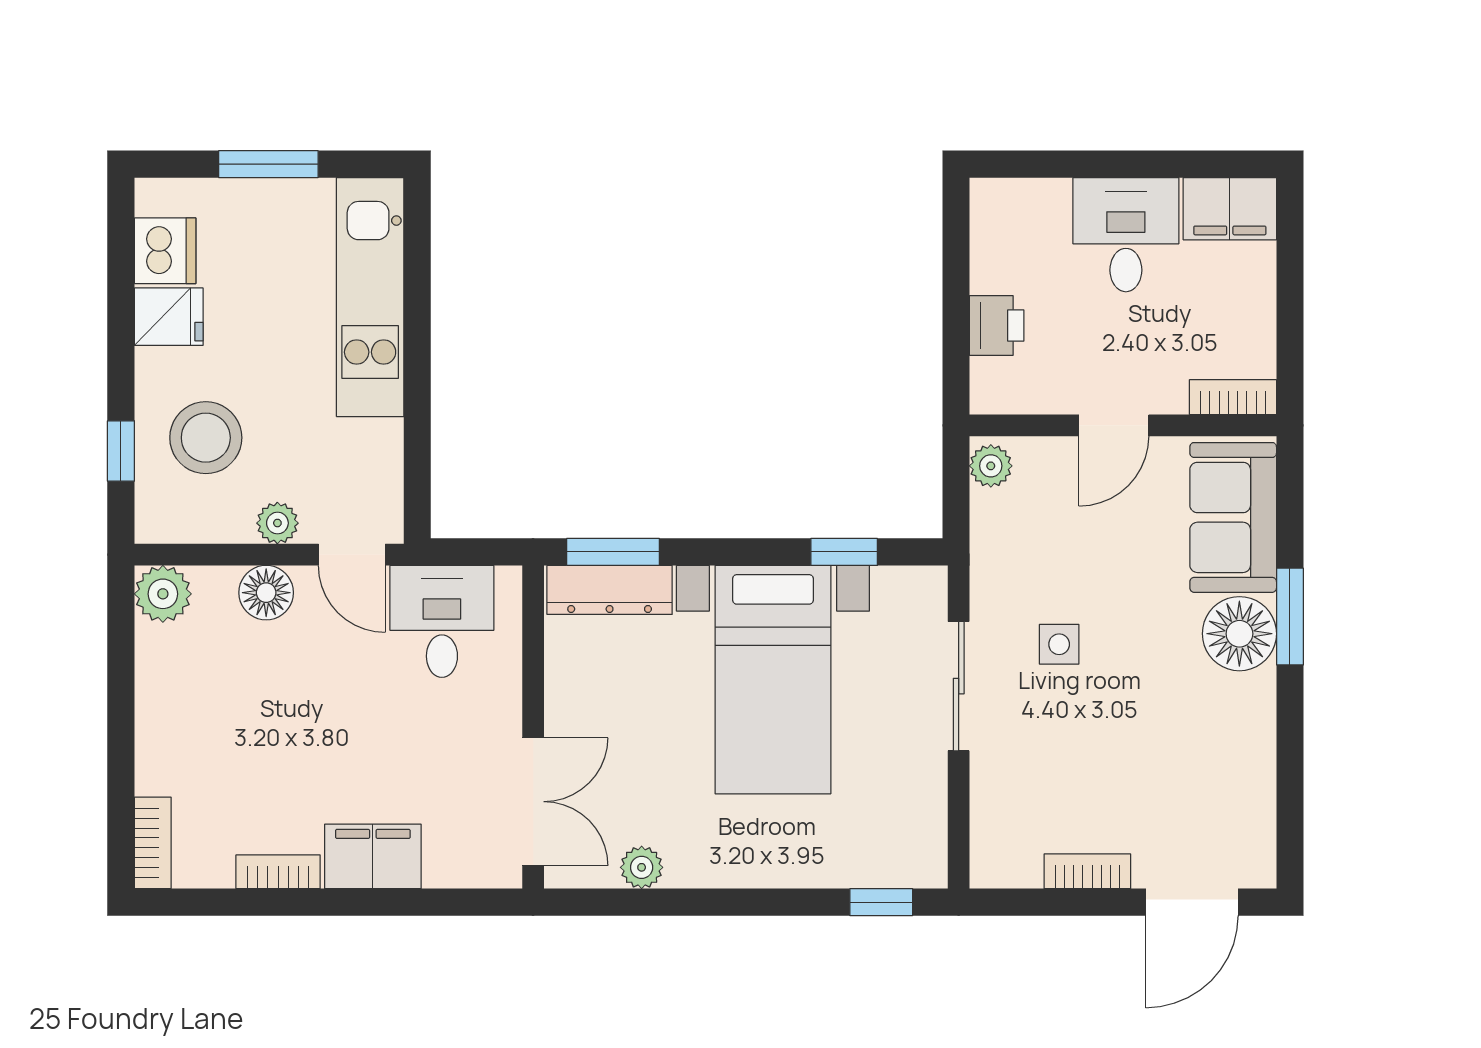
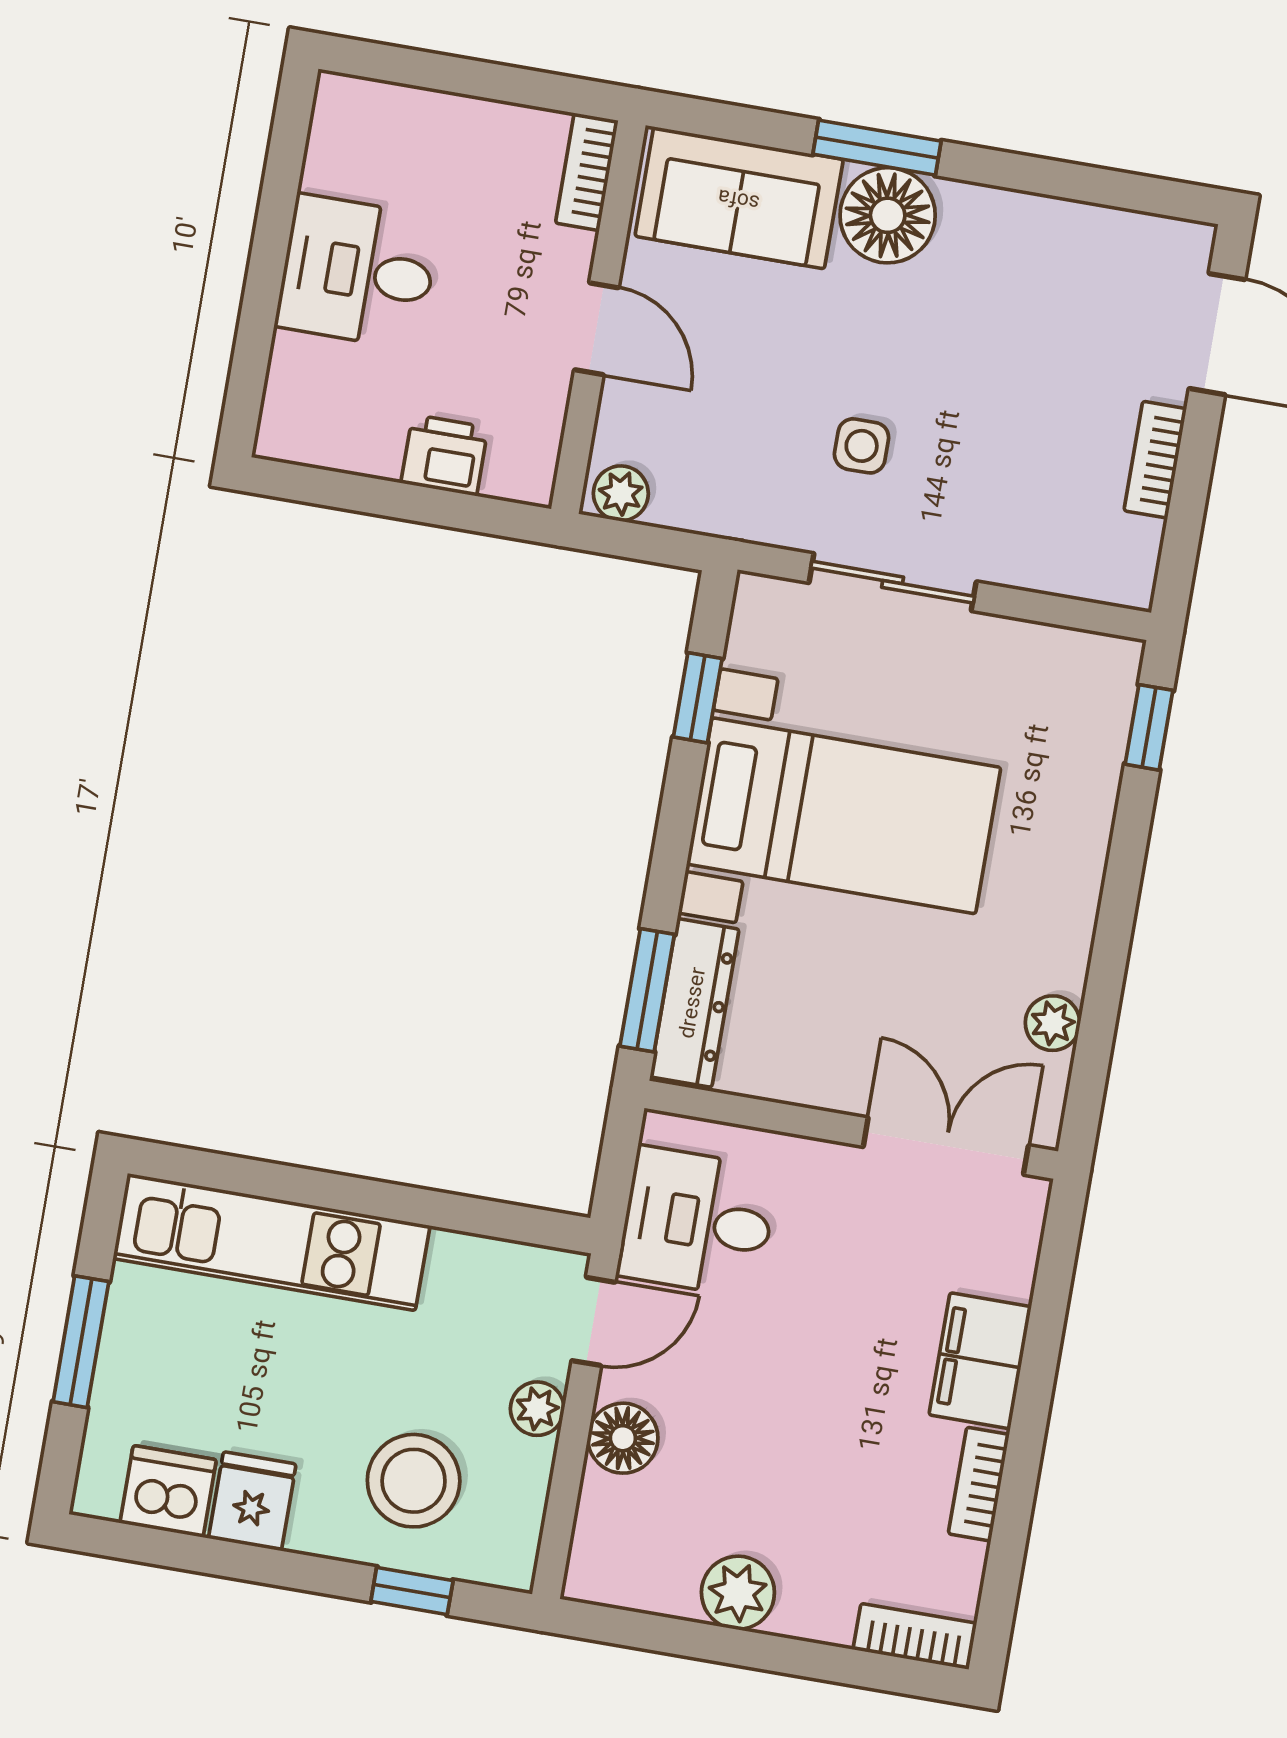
filing cabinet: (1230, 209) -> (348, 135), removed
plant: (163, 594) -> (738, 1593), moved

